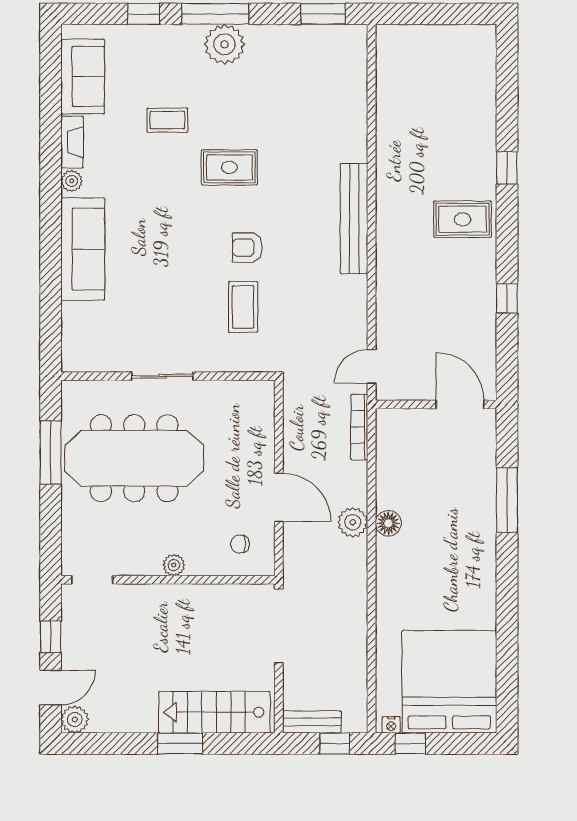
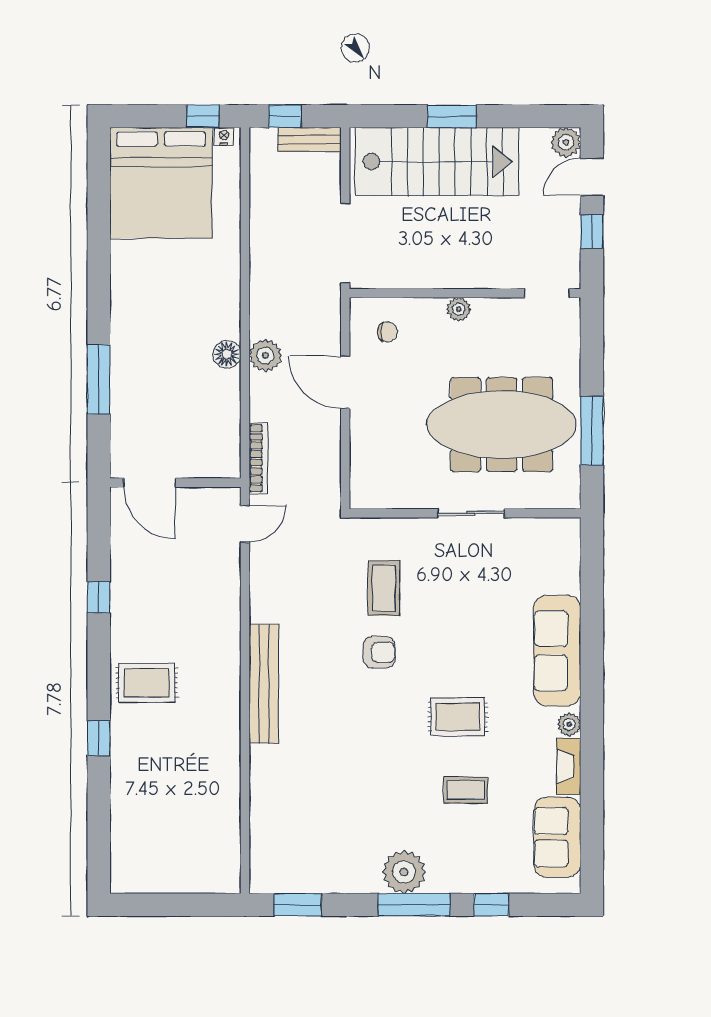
rug: (229, 167) -> (458, 717), moved
stairs: (214, 712) -> (437, 162), width x1.36, depth x1.51

